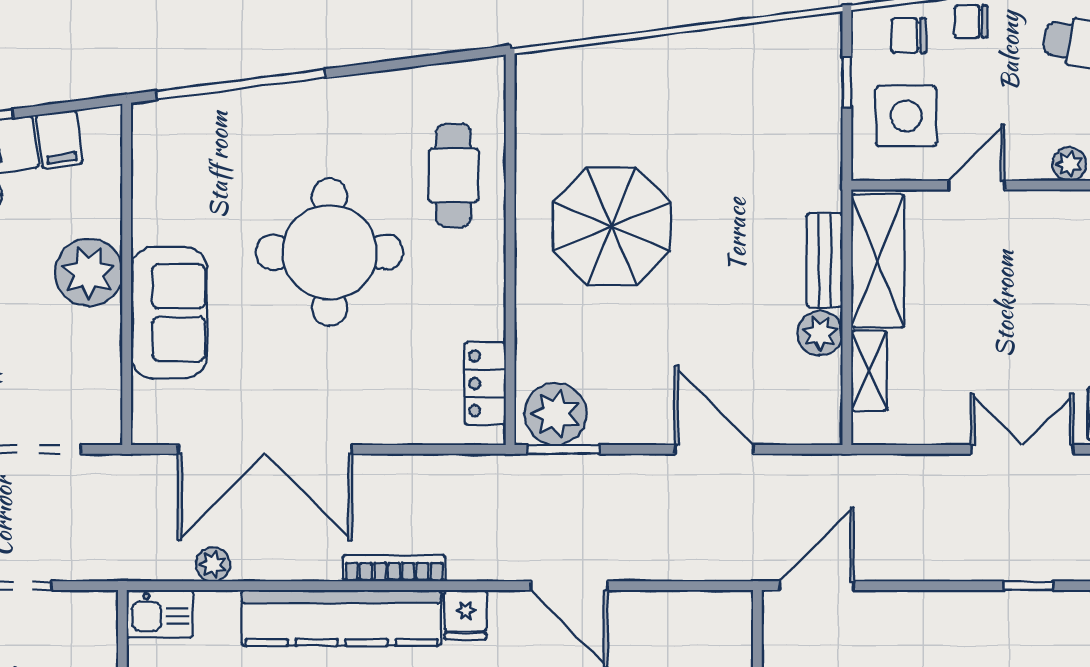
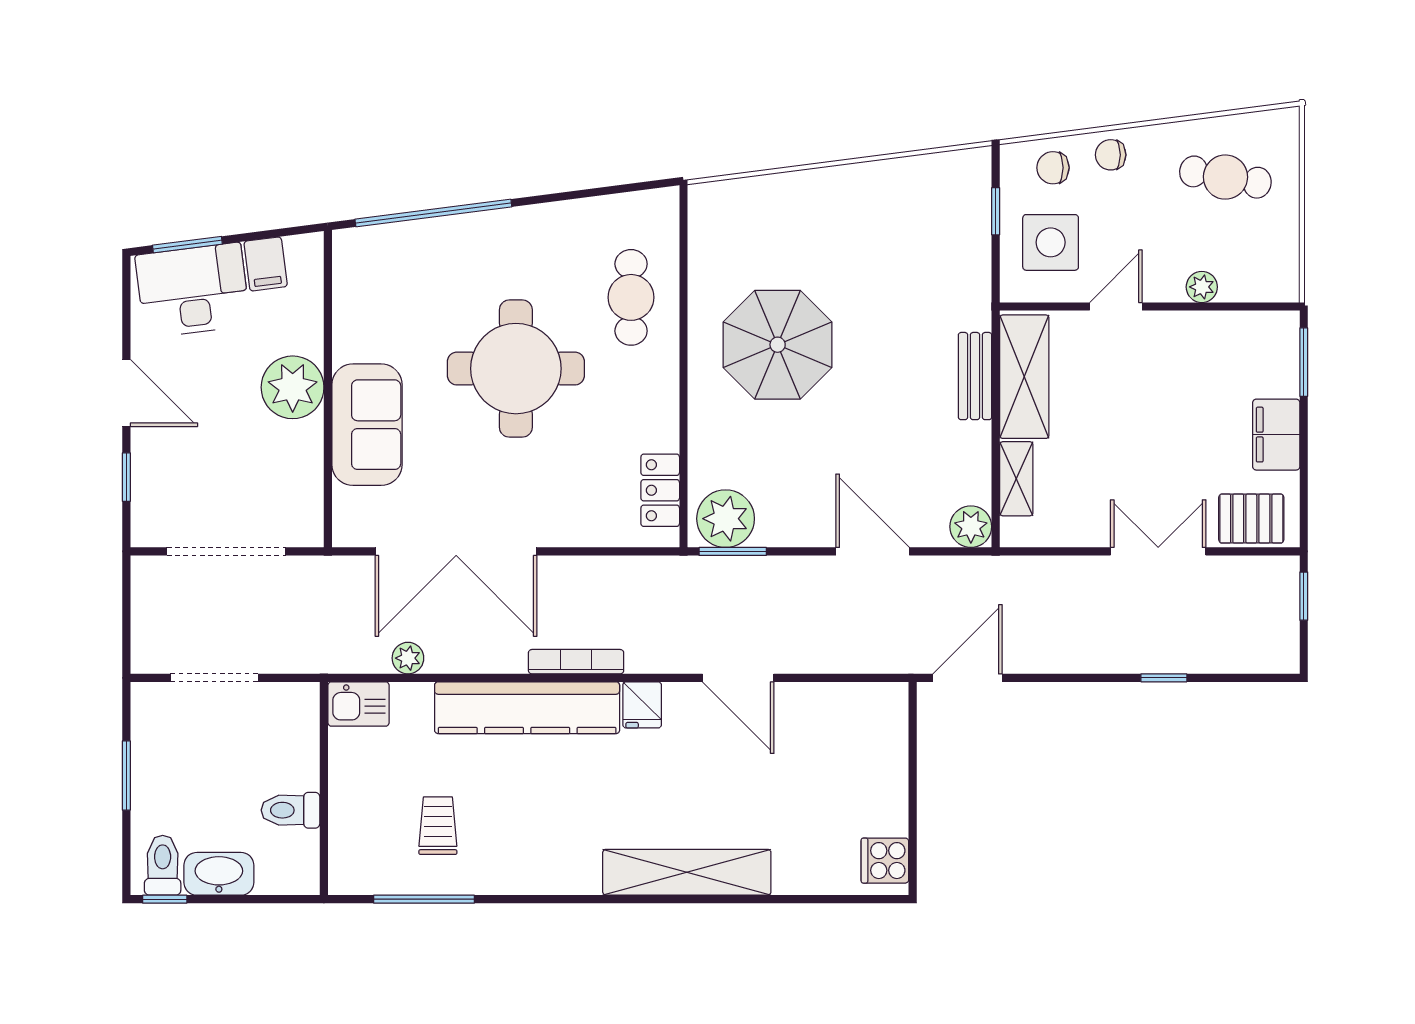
plant: (820, 333) -> (971, 527), moved

